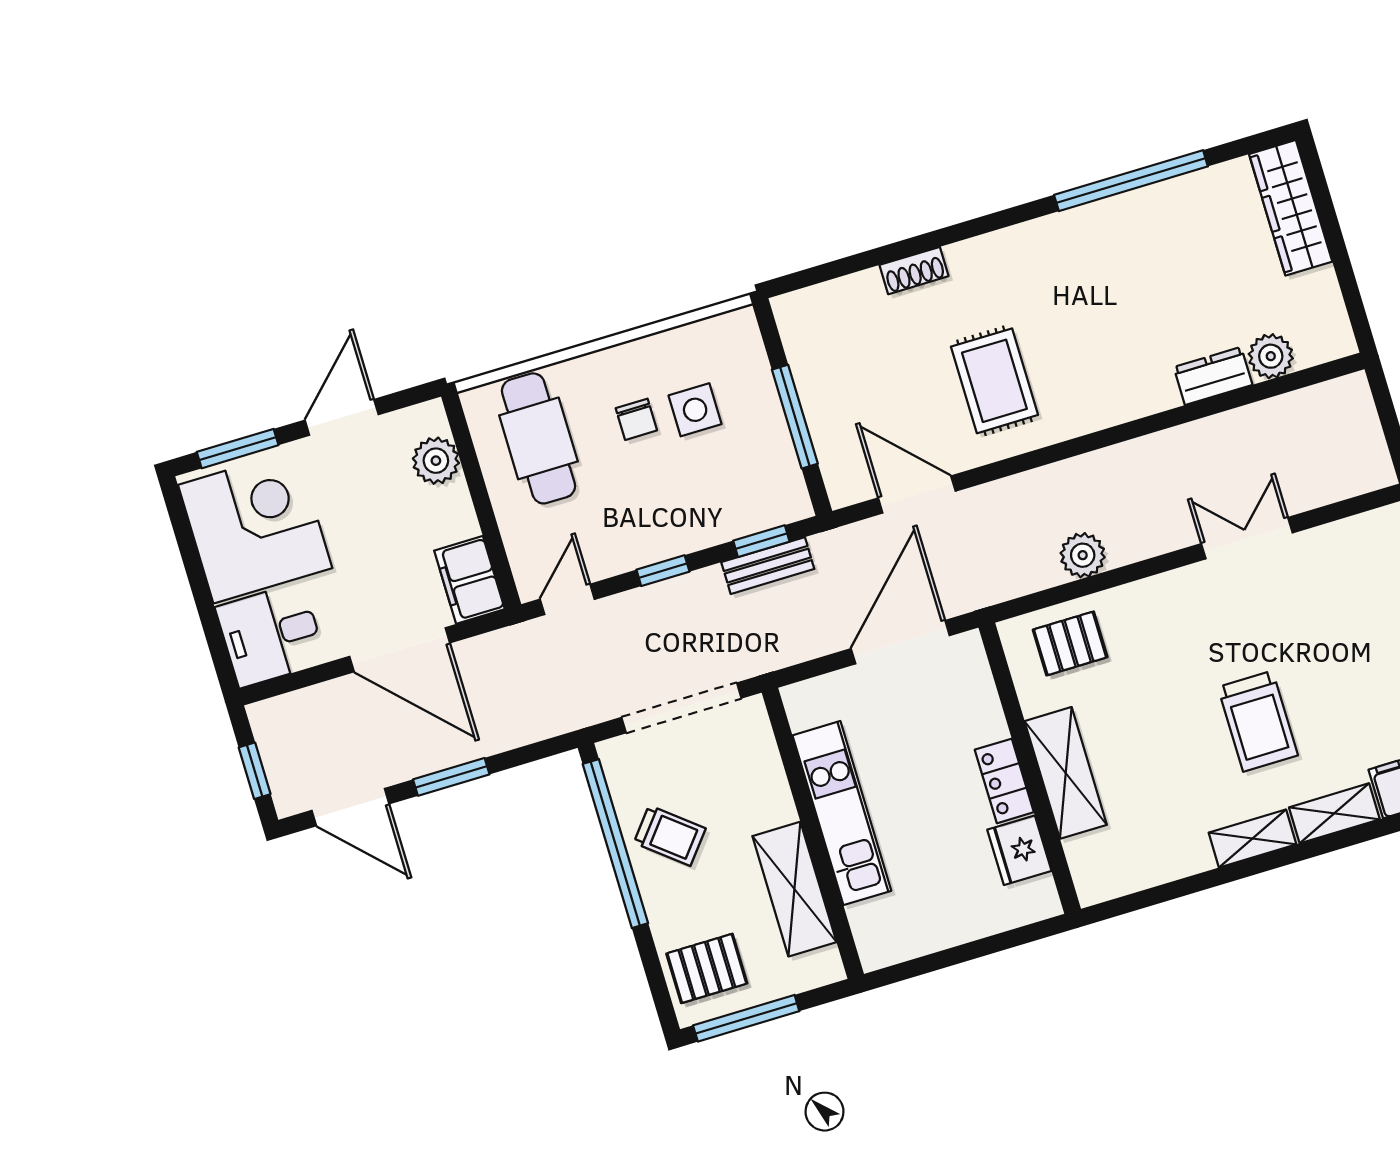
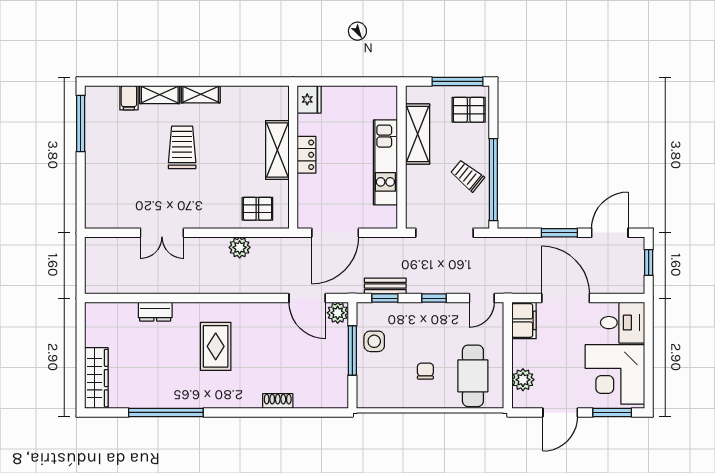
plant: (1271, 356) -> (338, 313), moved
rug: (994, 381) -> (216, 346), moved
side table: (695, 410) -> (374, 341), moved
door: (350, 807) -> (610, 233), hinge flipped
fridge: (1019, 850) -> (309, 99), moved

